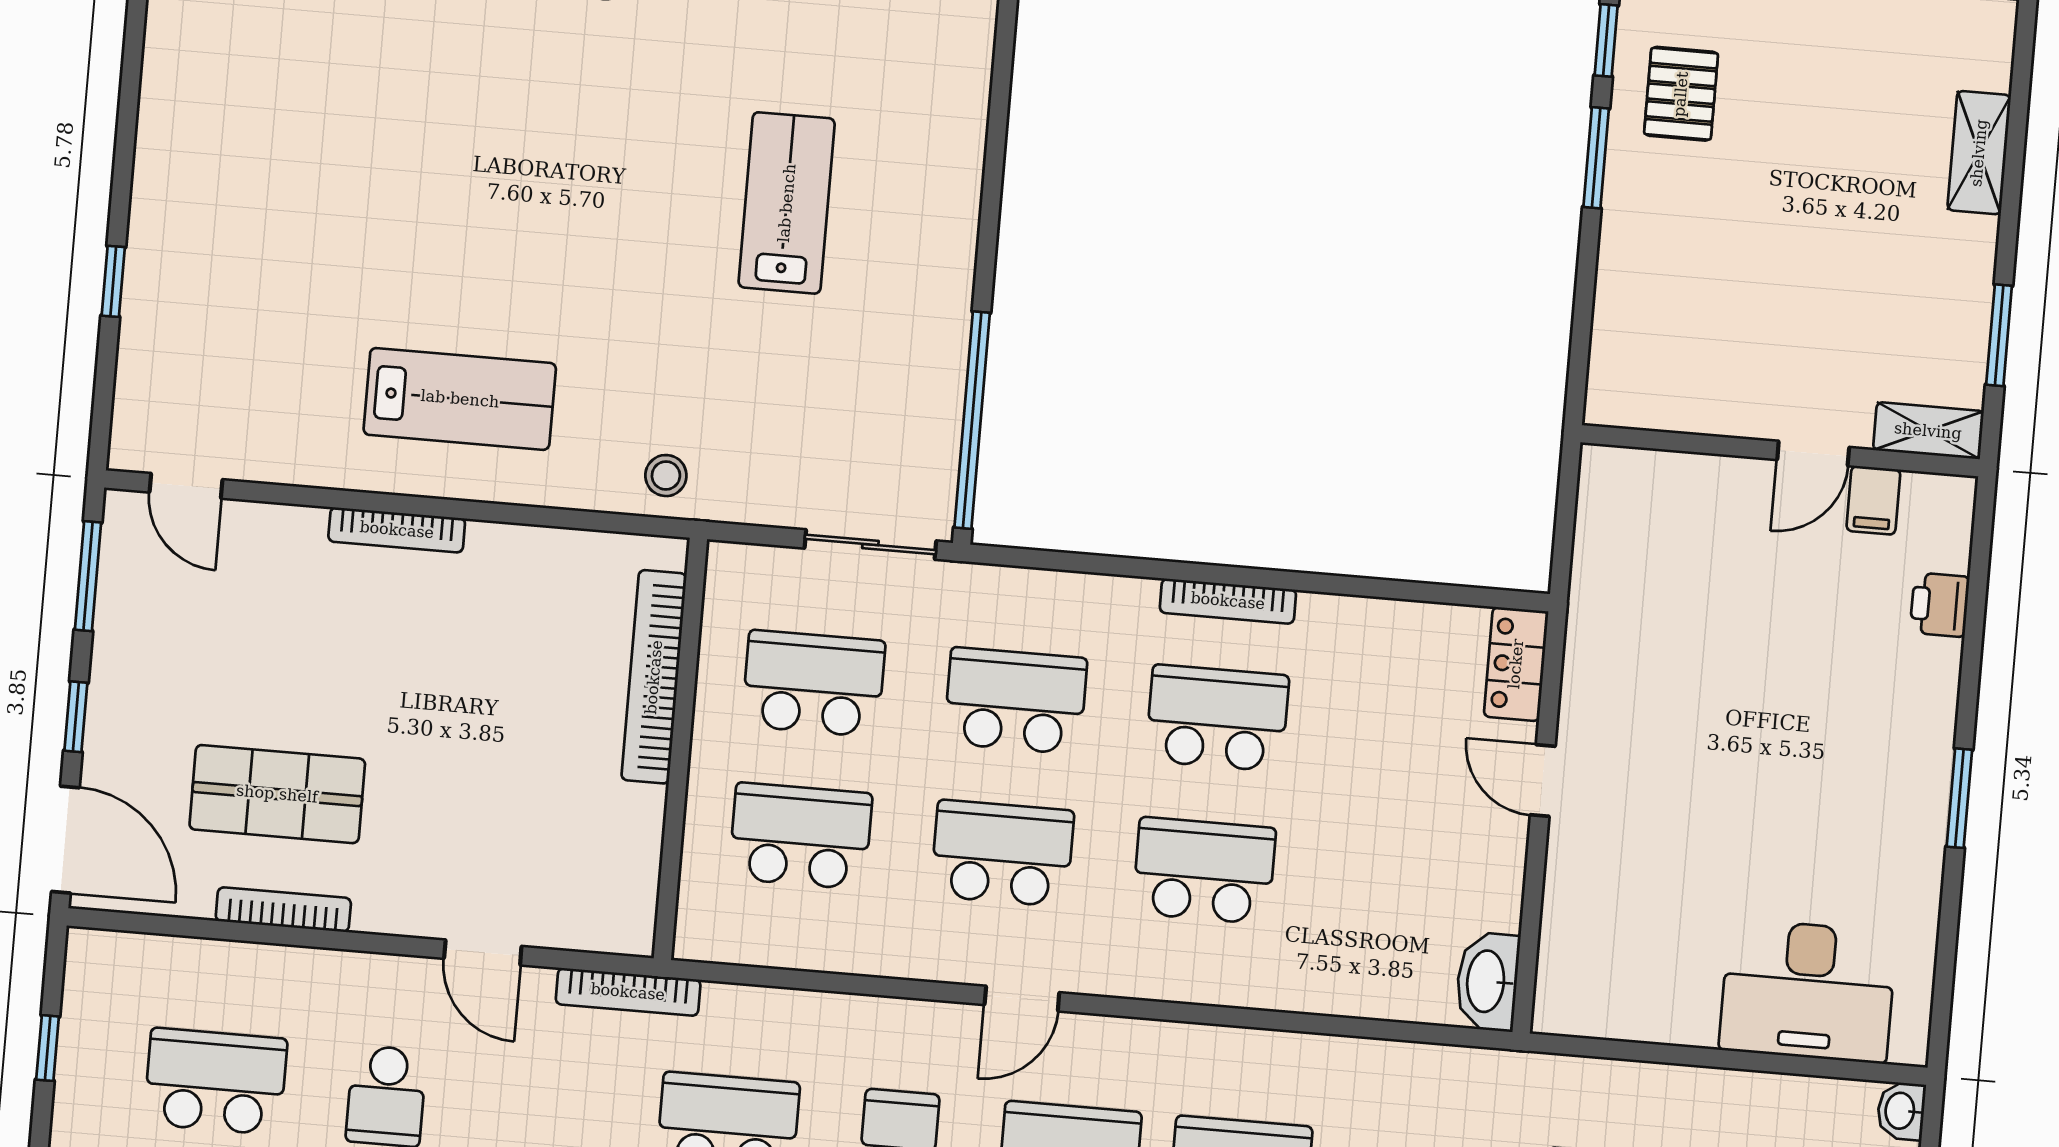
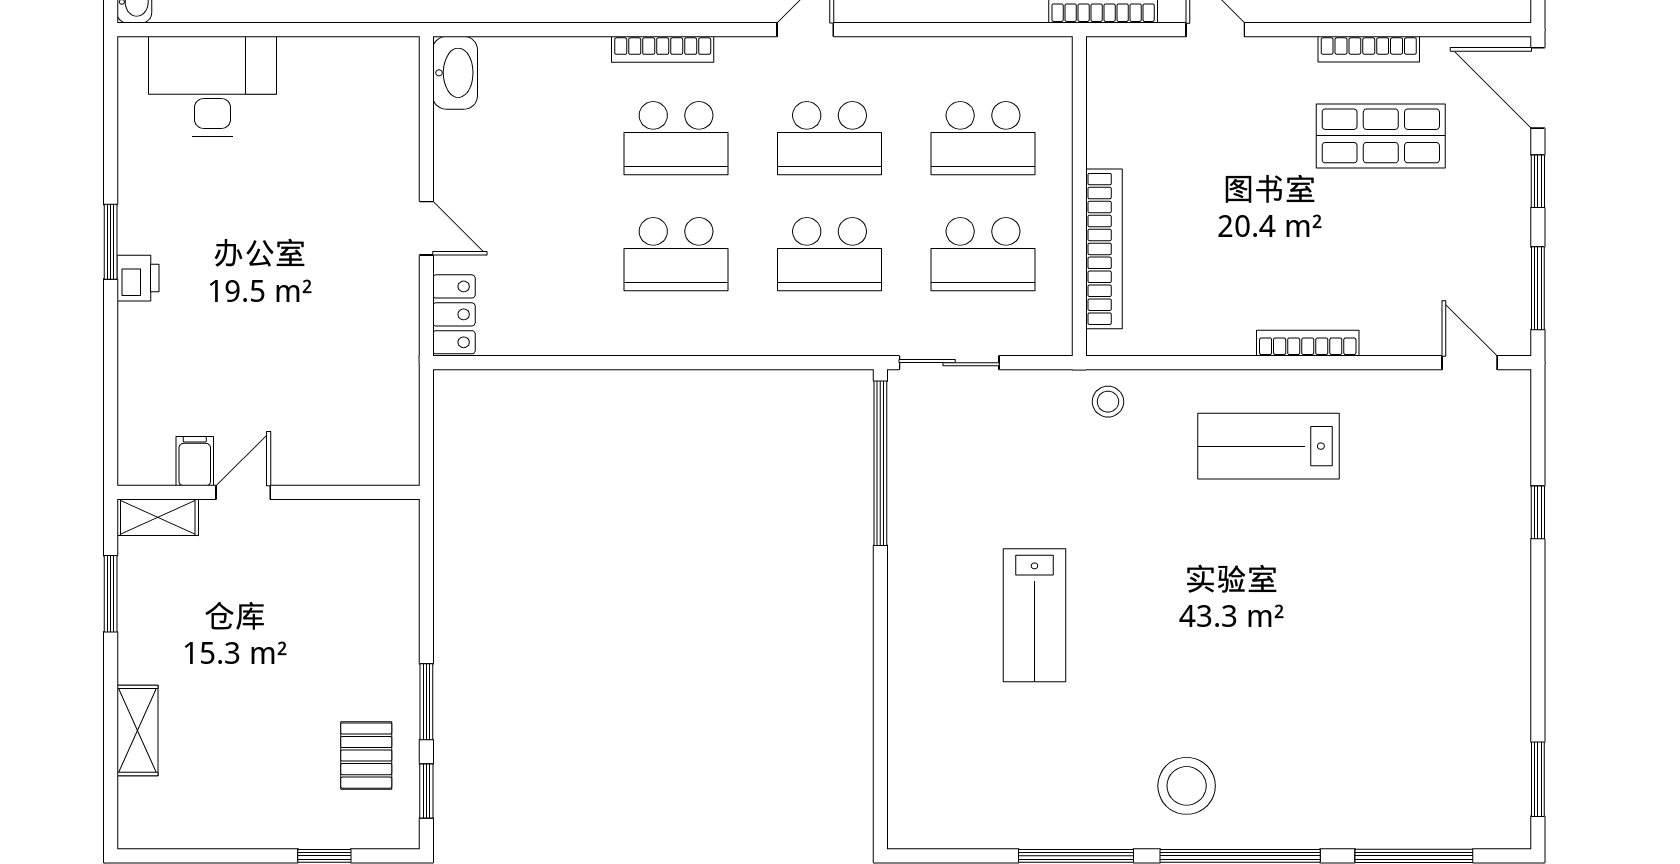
bookcase: (1228, 601) -> (663, 49), moved, turned 180
printer: (1940, 605) -> (138, 278), moved

